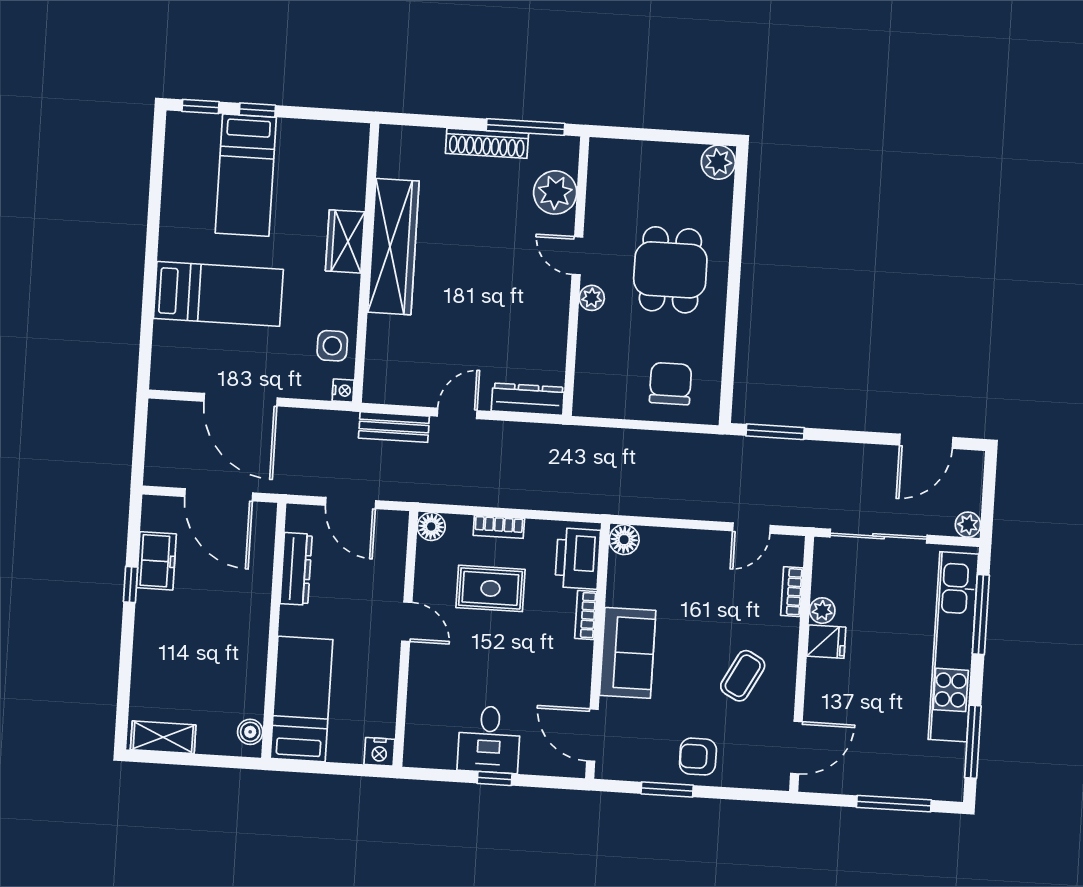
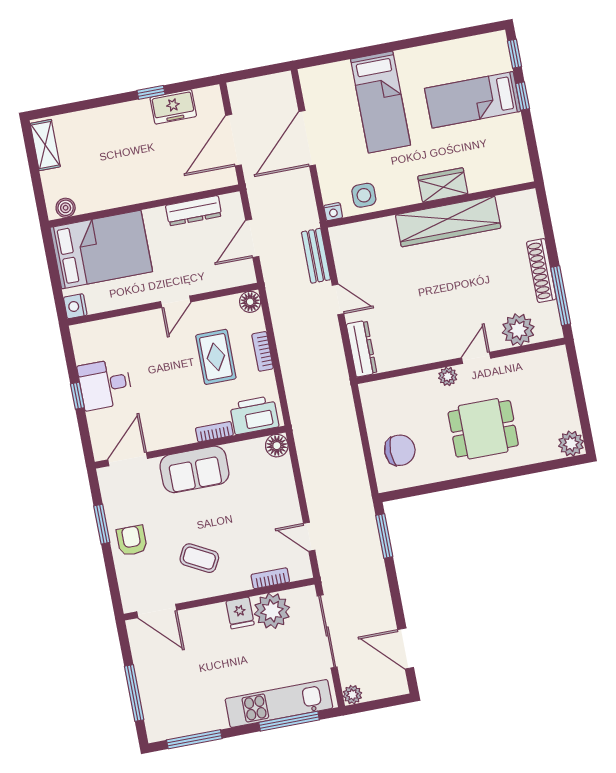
plant: (822, 611) -> (272, 611), width x1.88, depth x1.88
kitchen unit: (953, 647) -> (279, 703), width x0.73
bed: (302, 699) -> (101, 249), width x1.50

